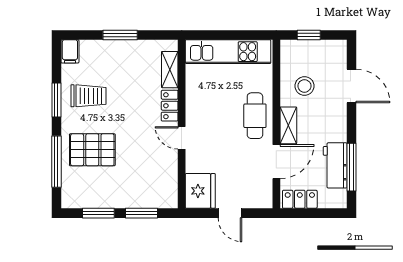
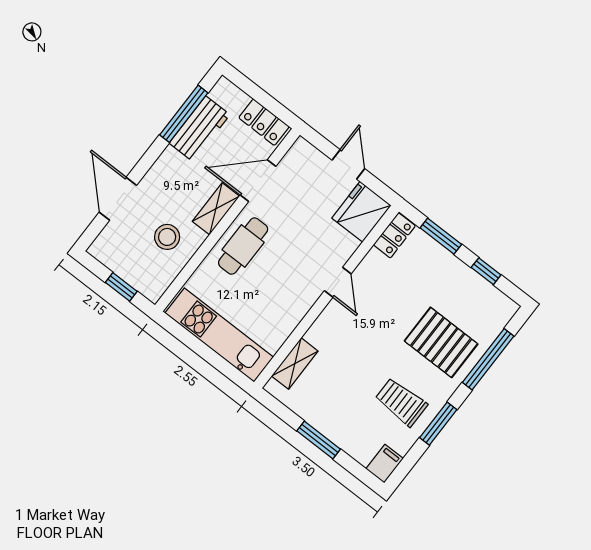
locker: (170, 106) -> (394, 235), moved
window: (98, 213) -> (486, 271), width x0.67

